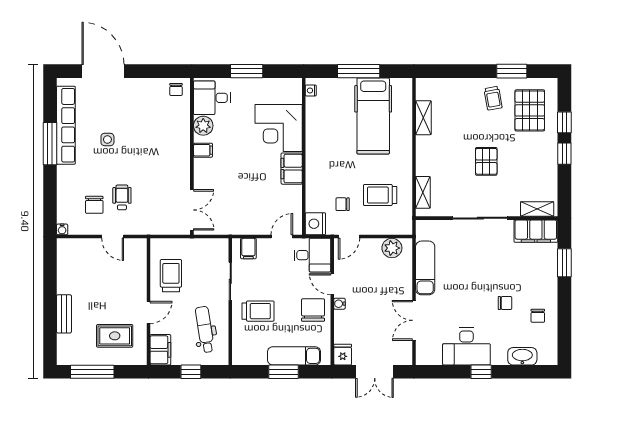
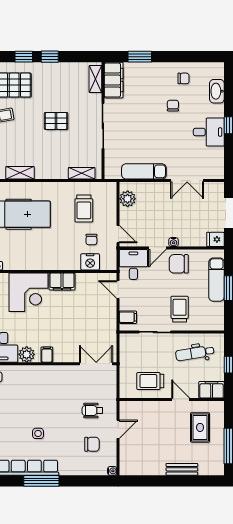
wheelchair: (122, 197) -> (92, 411), moved
nightstand: (315, 224) -> (90, 262), moved
desk: (466, 347) -> (209, 132), width x0.73

